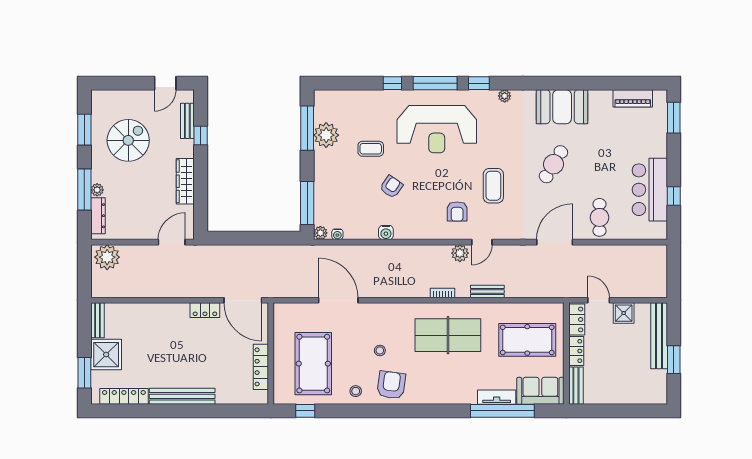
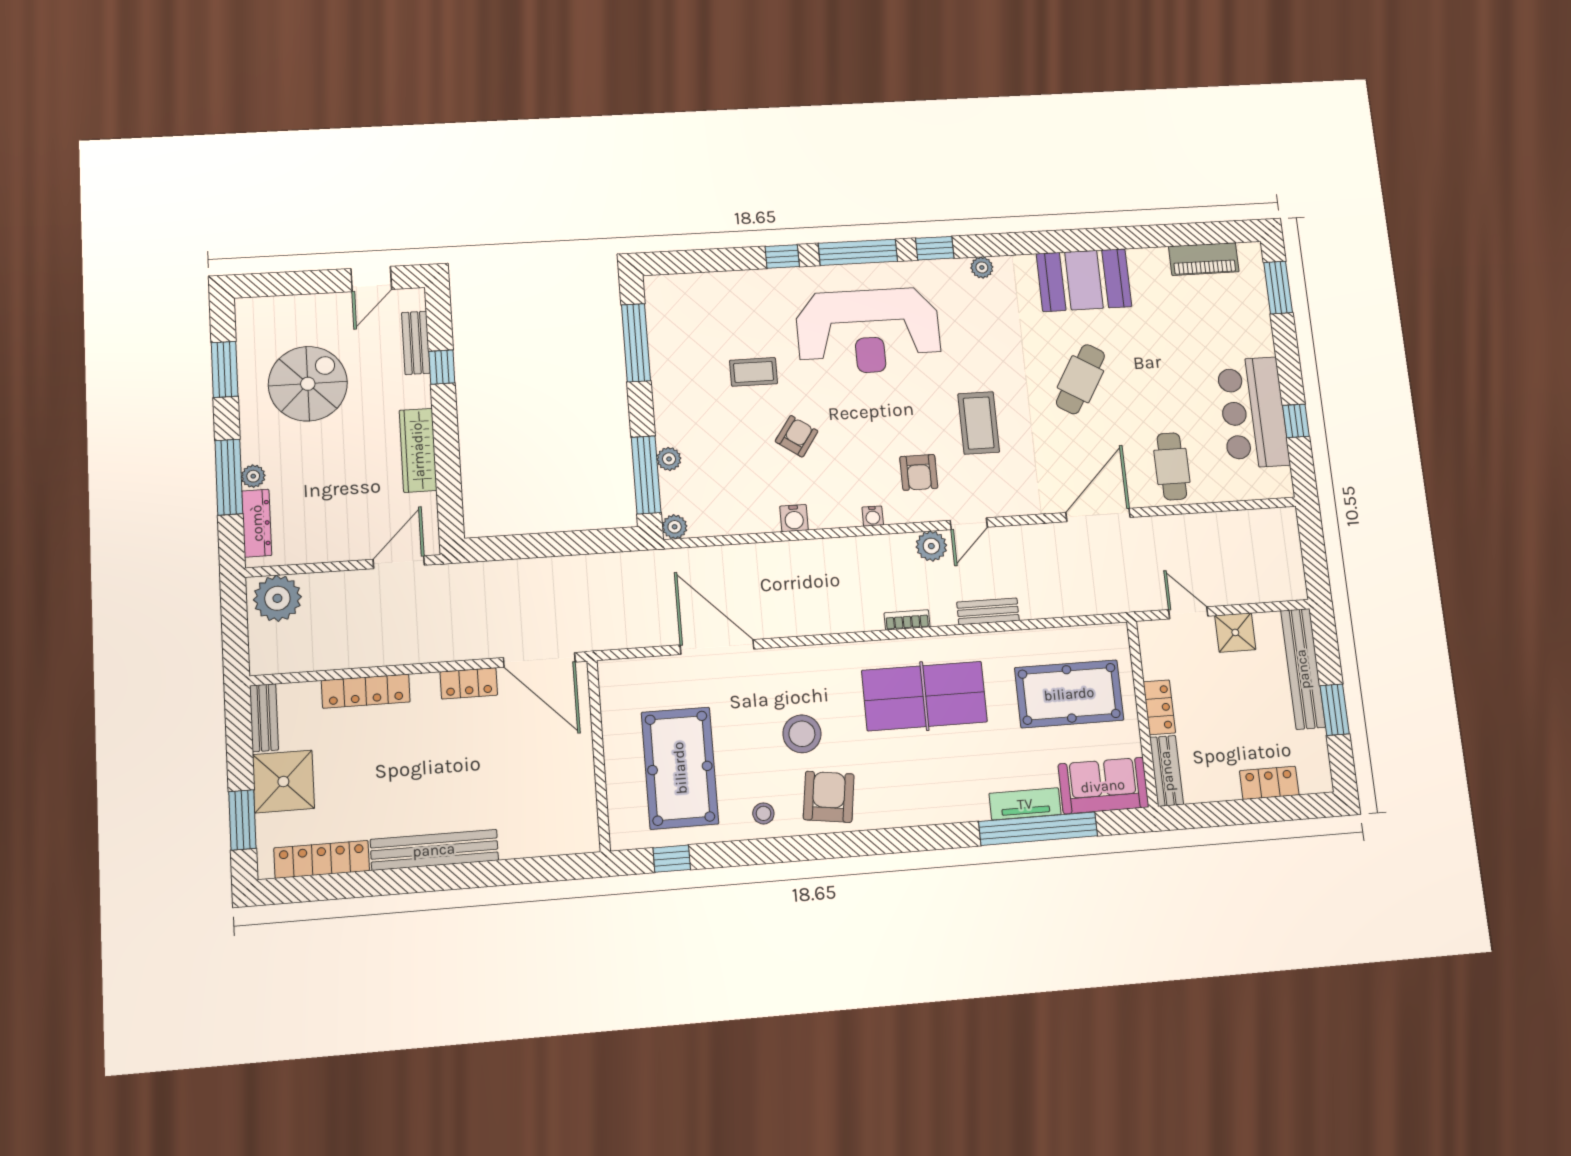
plant: (326, 135) -> (669, 459), moved, width x0.53, depth x0.53
water cooler: (337, 234) -> (873, 516), moved
locker: (577, 319) -> (1269, 783), moved, turned -90
stool: (380, 350) -> (802, 734), width x1.89, depth x1.89
locker: (261, 367) -> (366, 691), moved, turned -90

